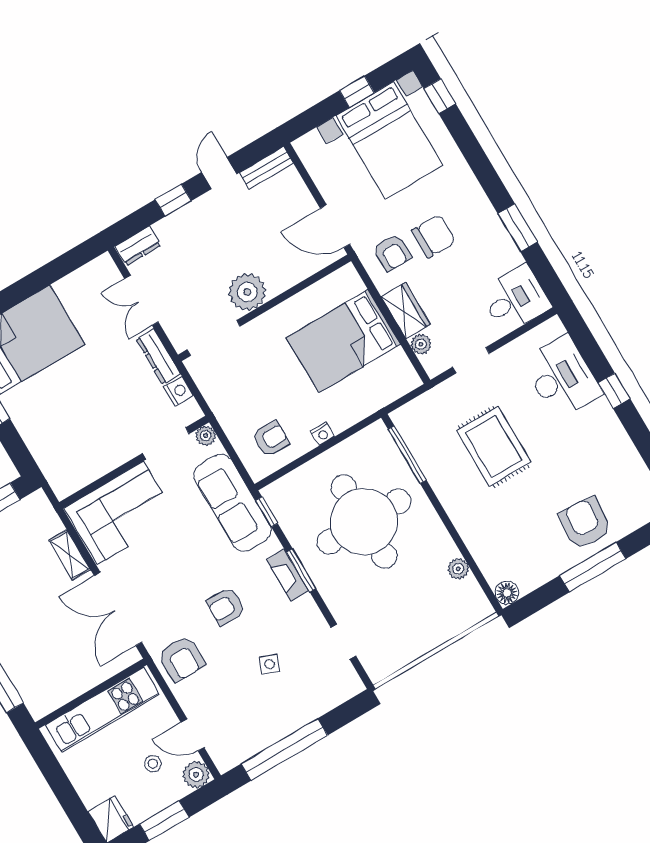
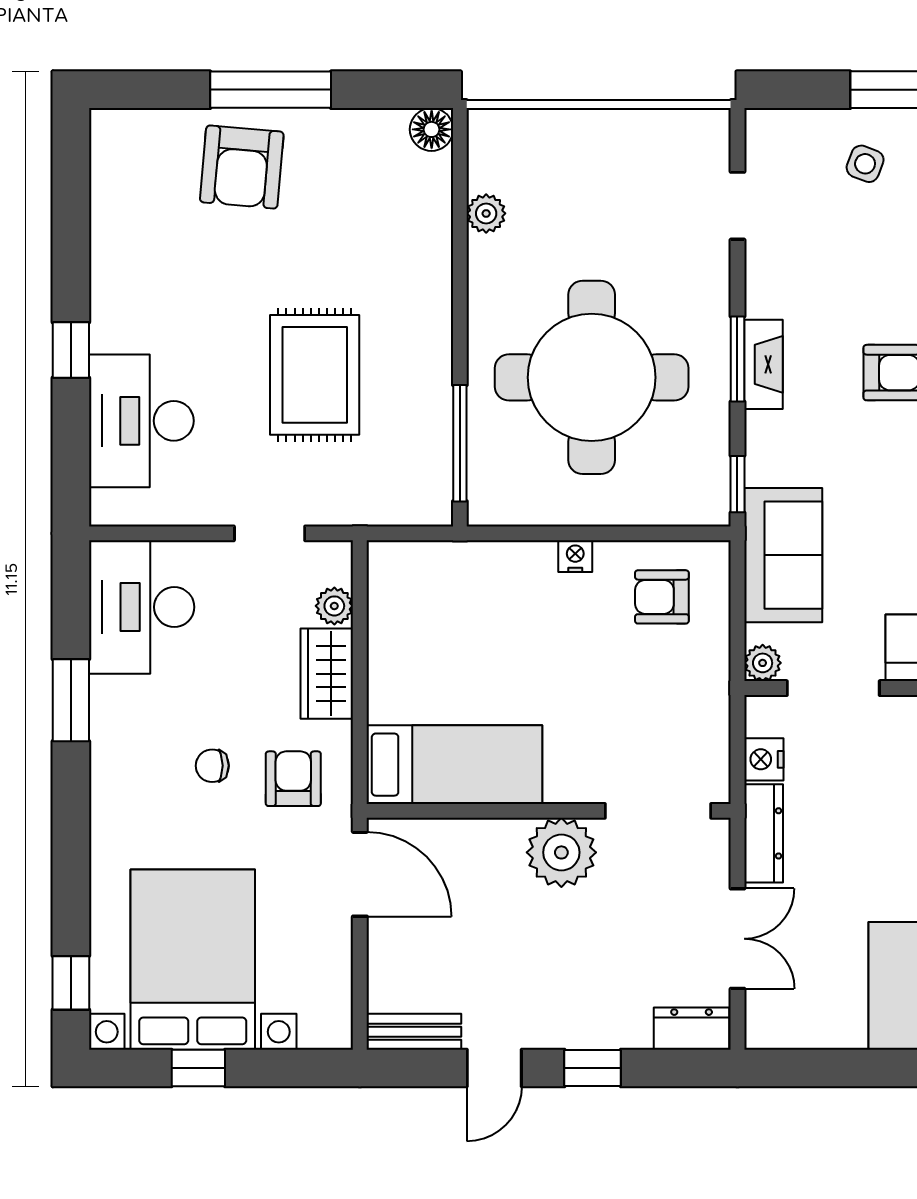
chair: (434, 236) -> (212, 766), width x0.54, depth x0.54
desk: (515, 299) -> (142, 607), width x1.37
bed: (344, 341) -> (454, 765), moved, width x0.67
sofa: (232, 503) -> (783, 555), width x0.73
side table: (270, 664) -> (865, 164), moved

